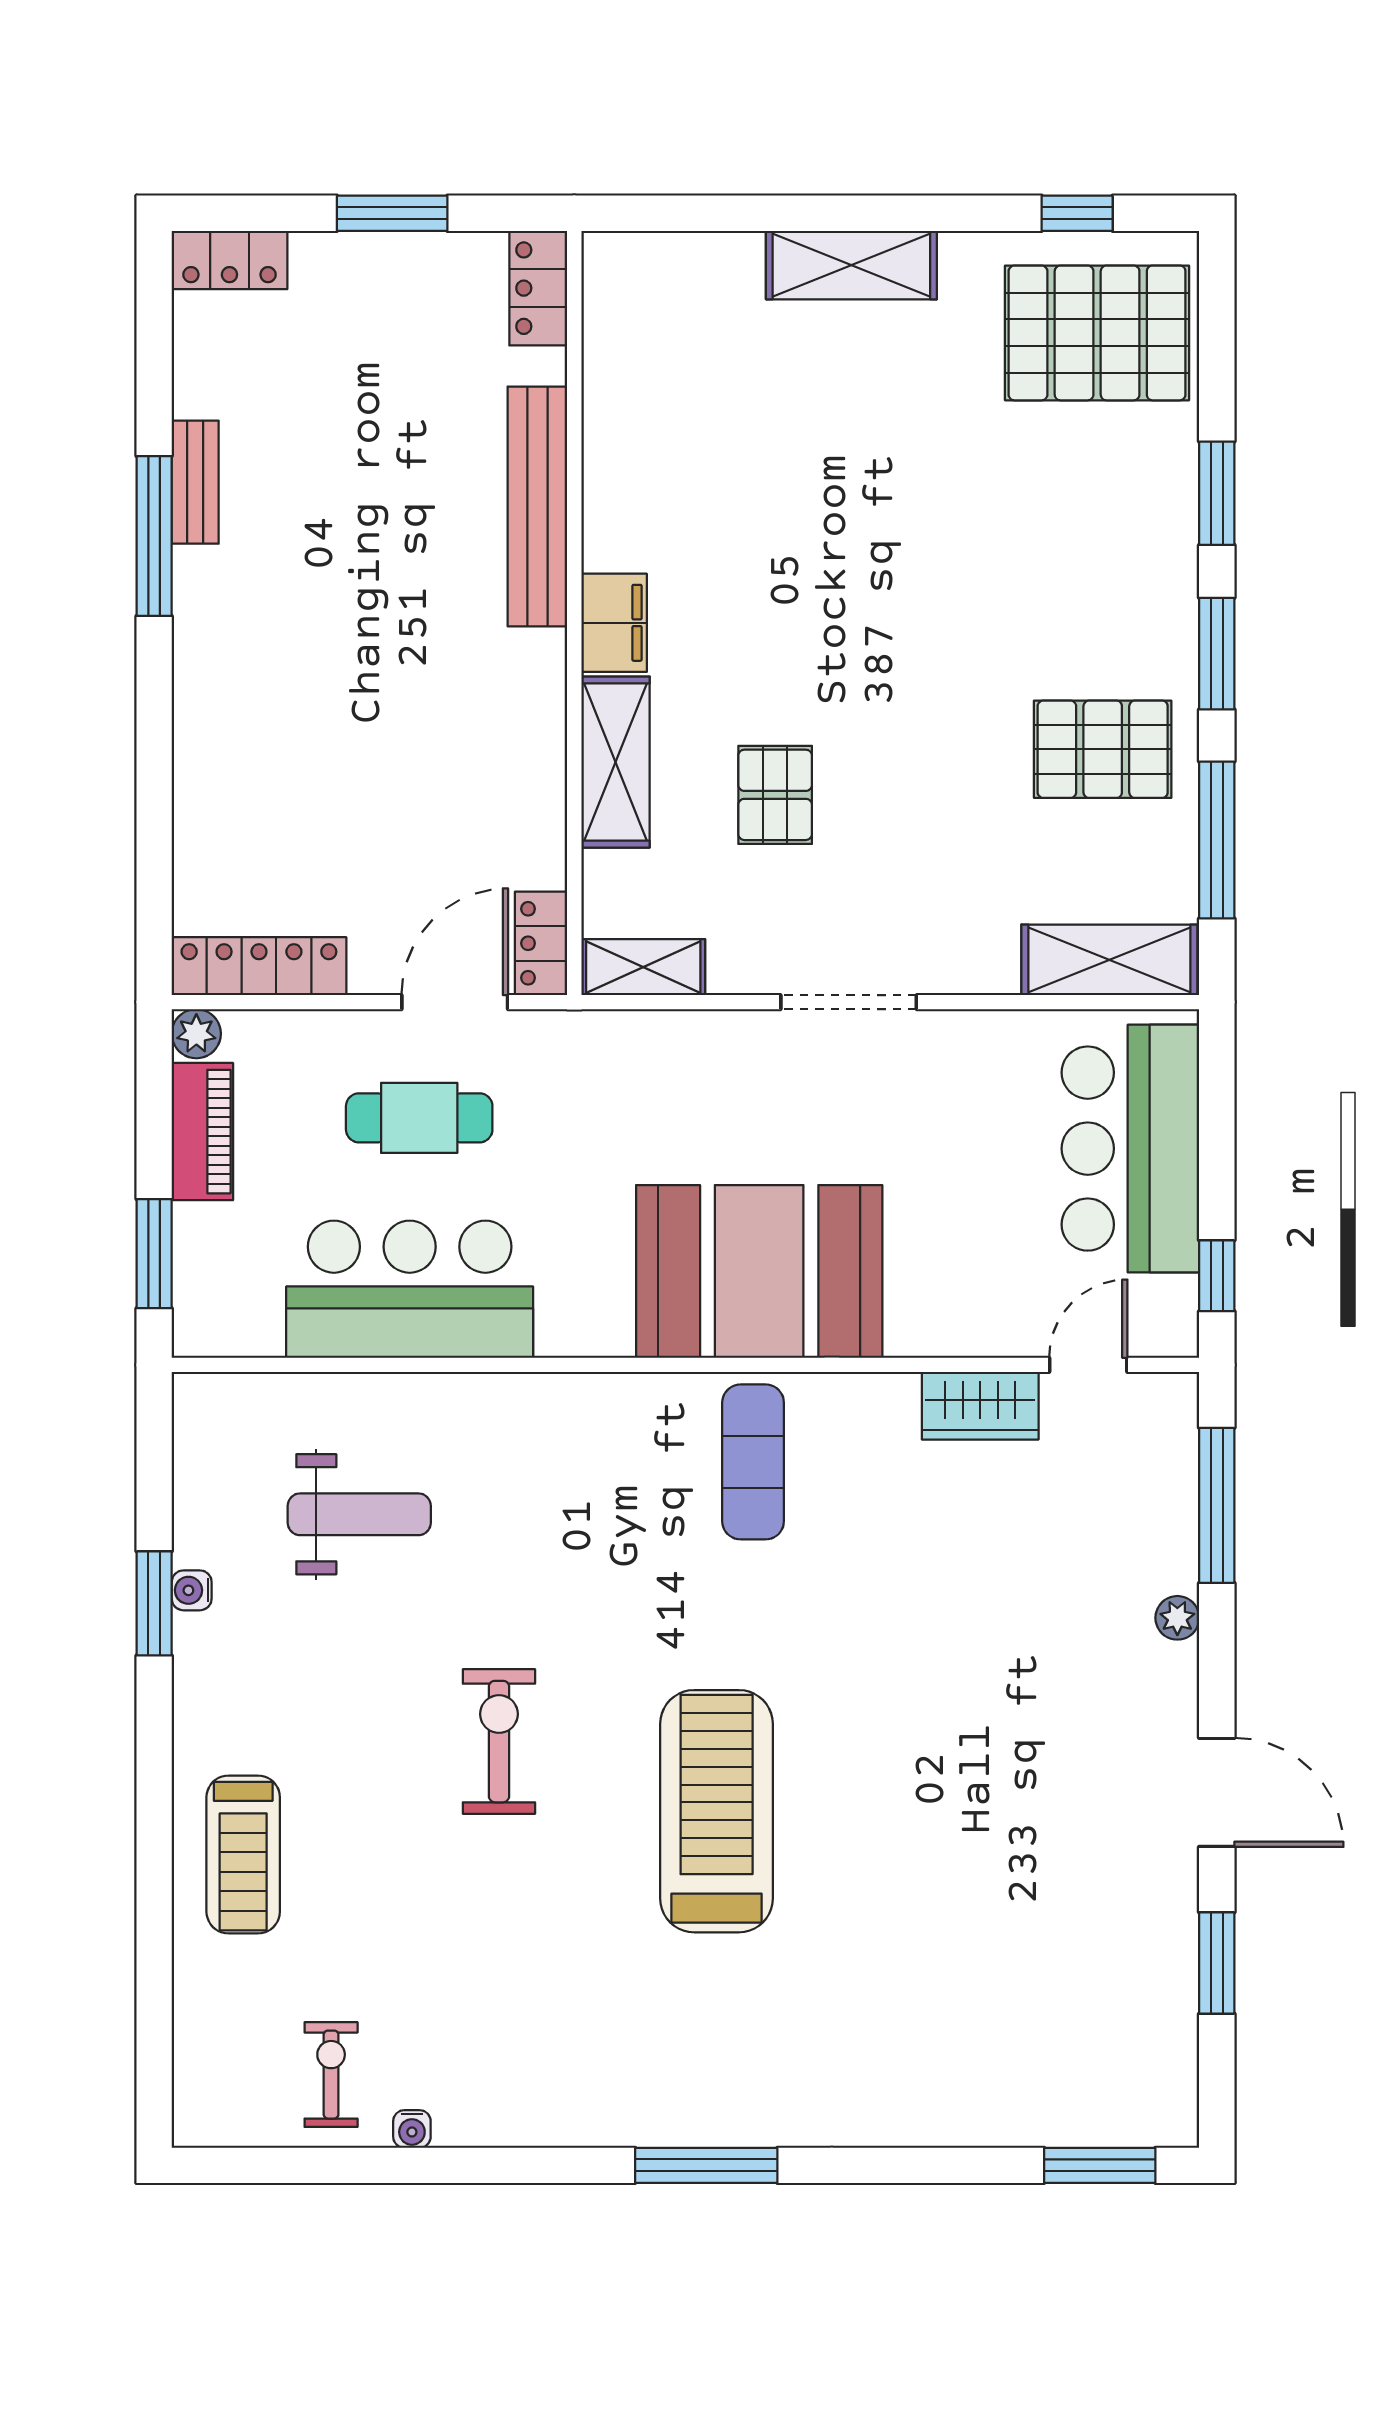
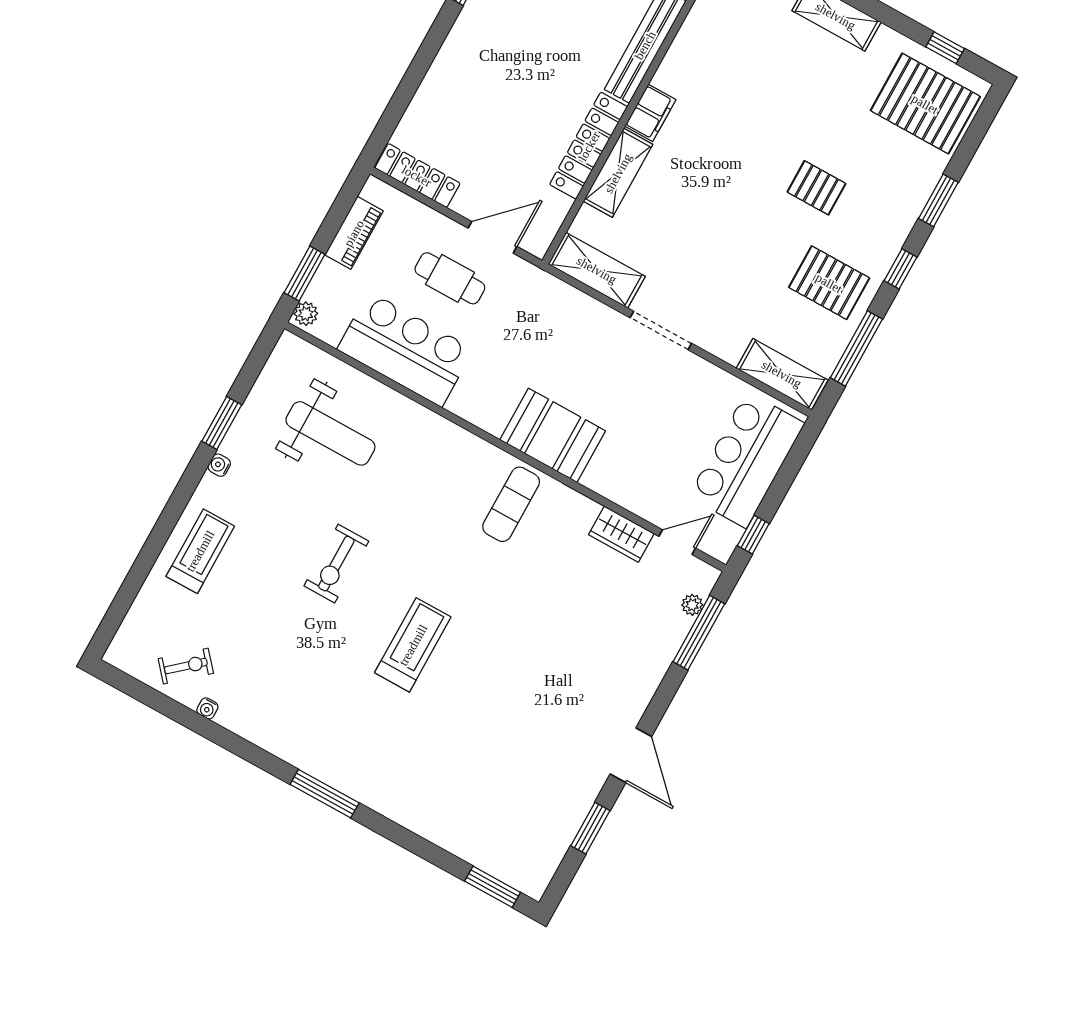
window: (1217, 654) -> (900, 269), width x0.67
pallet: (775, 795) -> (816, 188), moved, turned 90
locker: (541, 943) -> (589, 146), moved, width x2.16, depth x1.21
shelving: (643, 967) -> (597, 270), width x1.50, depth x1.33
plant: (196, 1034) -> (306, 314), moved
booth: (759, 1271) -> (553, 435), width x0.73, depth x0.70
weight bench: (359, 1514) -> (330, 433), width x1.36, depth x1.33
water cooler: (192, 1590) -> (219, 465), moved
plant: (1177, 1618) -> (692, 605), moved
exercise bike: (499, 1742) -> (336, 564), turned 180
treadmill: (717, 1811) -> (413, 645), width x0.73, depth x0.73
treadmill: (243, 1854) -> (200, 551), turned 180
exercise bike: (331, 2075) -> (186, 666), turned 49

